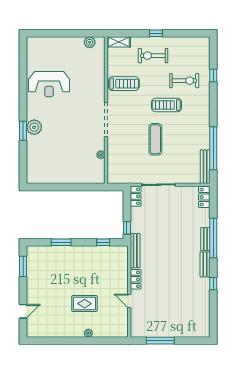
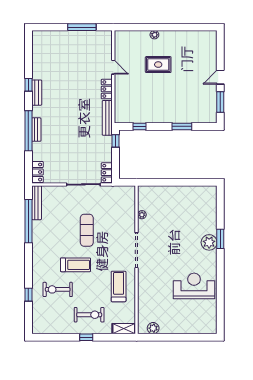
treadmill: (124, 84) -> (119, 286), turned 90
bench: (205, 264) -> (37, 93), moved
door: (23, 311) -> (220, 77), moved

